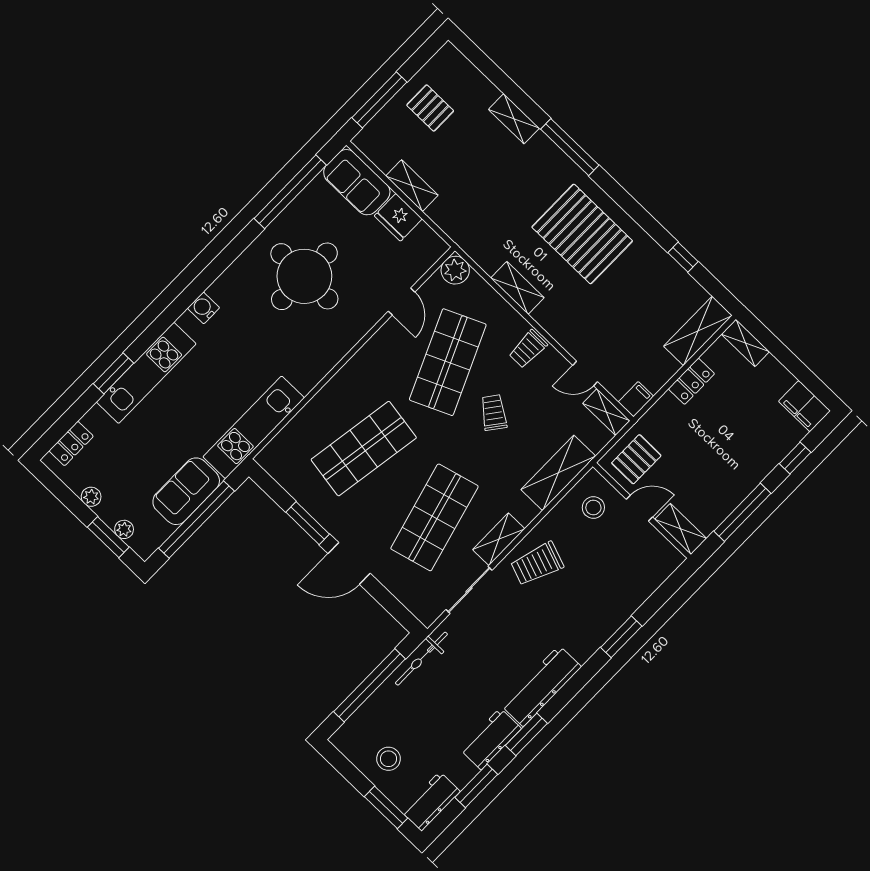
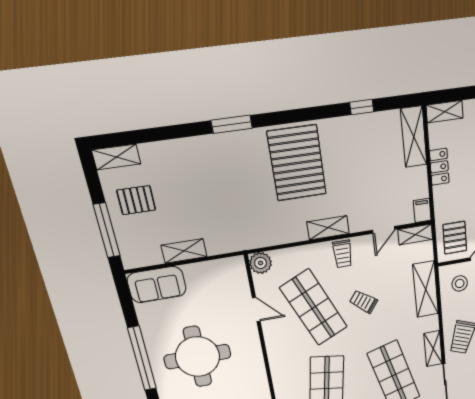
shelving: (514, 119) -> (116, 157), moved
window: (570, 147) -> (232, 124), width x0.69
window: (290, 192) -> (142, 359), moved
fridge: (398, 217) -> (200, 274), removed
pallet: (582, 234) -> (297, 163), turned 90
shelving: (517, 288) -> (328, 228), moved

